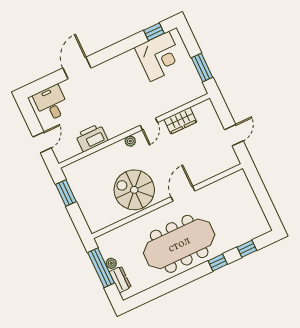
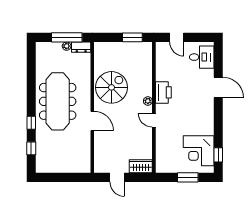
window: (202, 68) -> (188, 177), moved
wardrobe: (180, 121) -> (141, 166), moved, turned 90
printer: (92, 138) -> (163, 92), moved
dresser: (120, 279) -> (81, 47), moved

